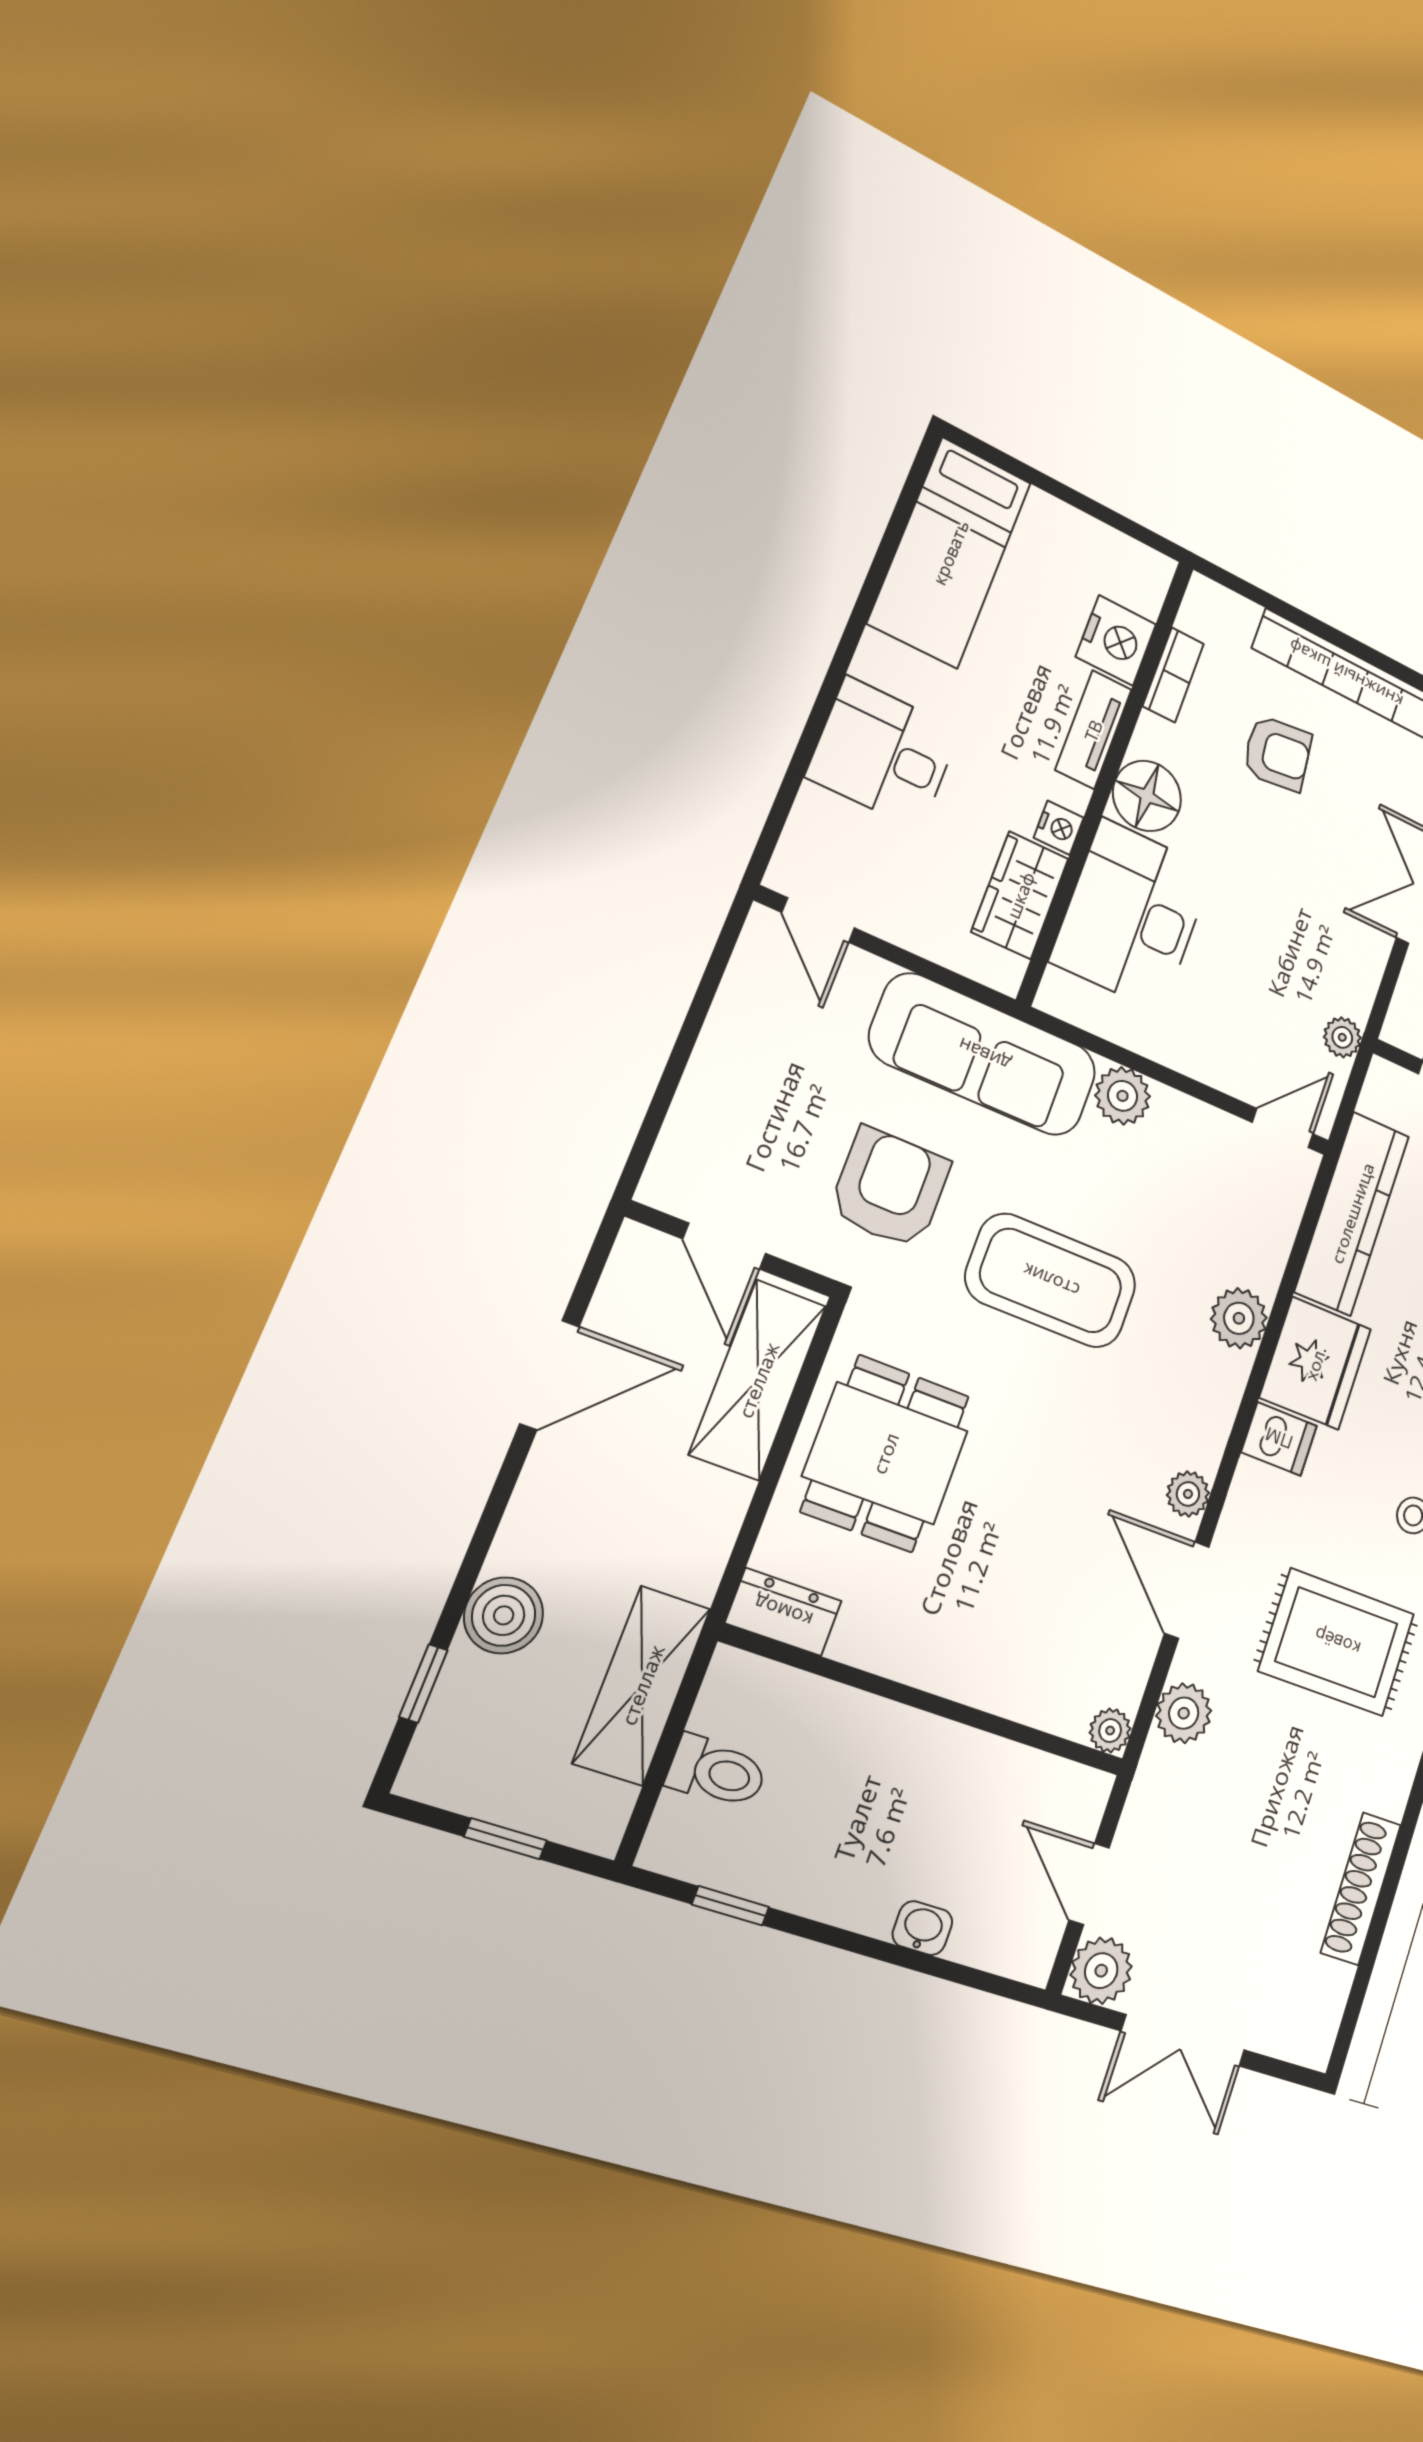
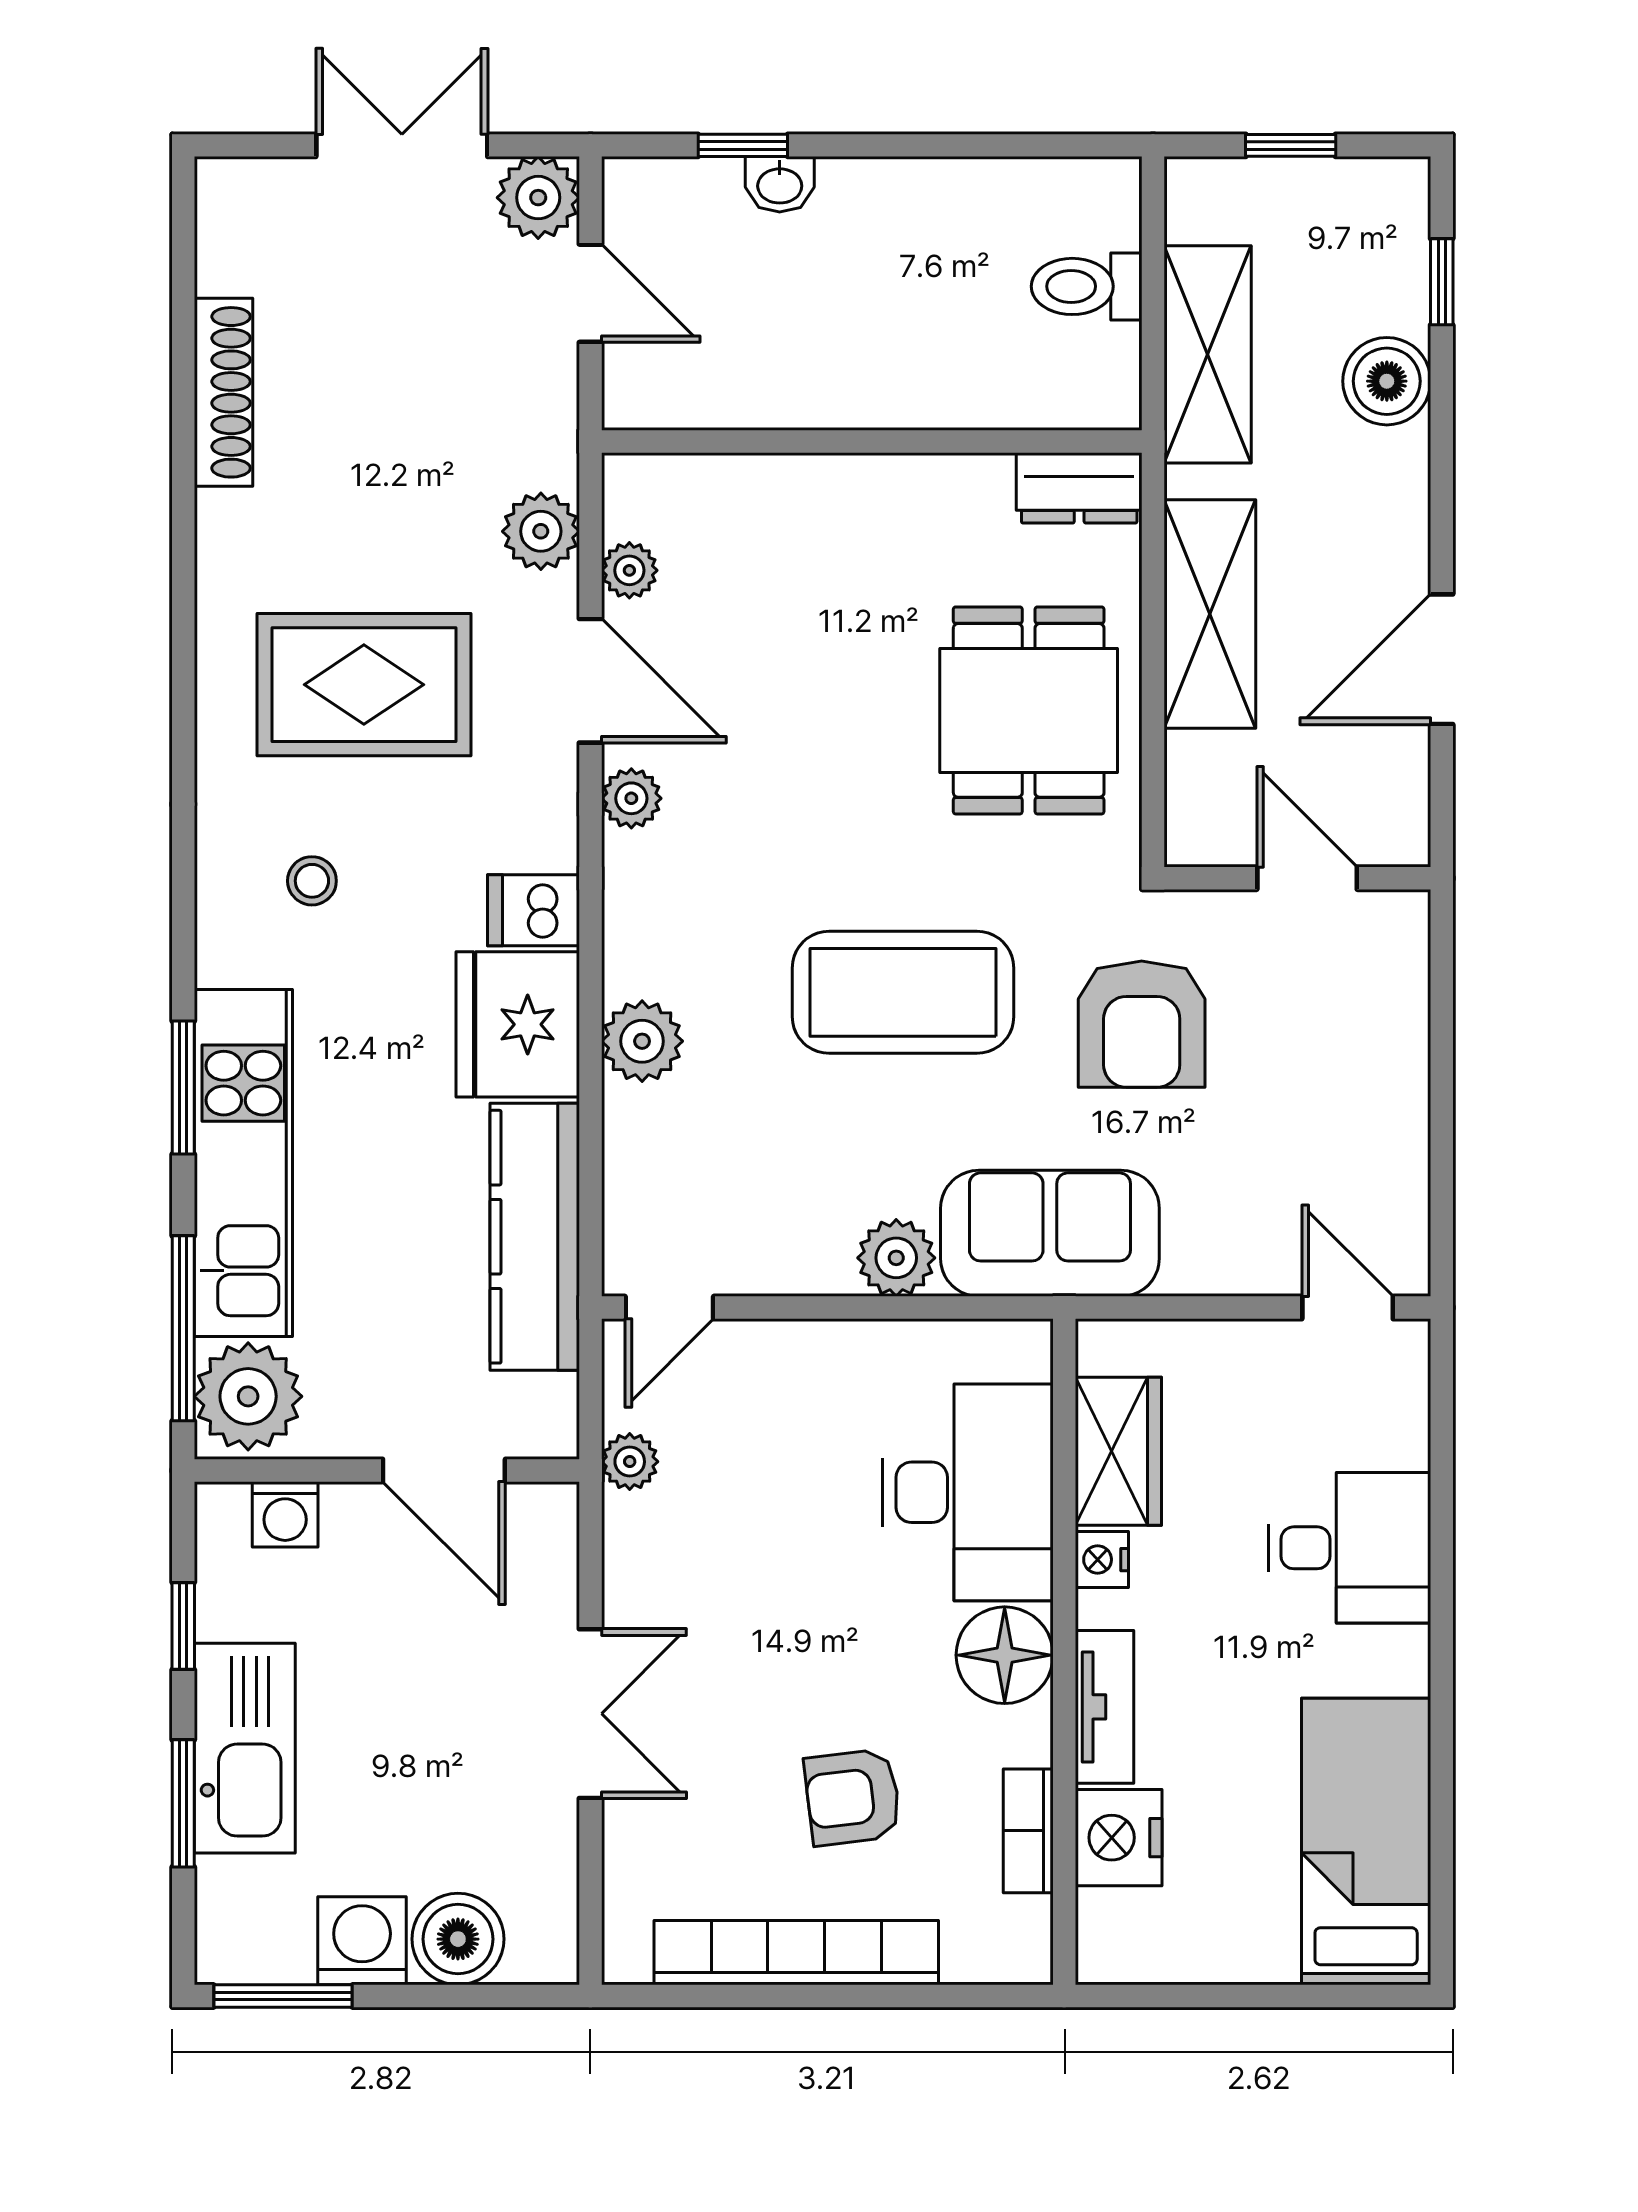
sofa: (984, 1055) -> (1050, 1233), width x0.73
shelving: (758, 1380) -> (1210, 614), moved
plant: (1110, 1731) -> (629, 570), moved
window: (731, 1906) -> (743, 145), moved

